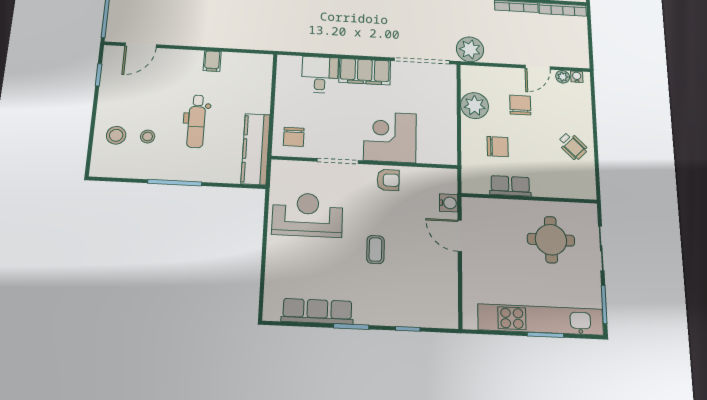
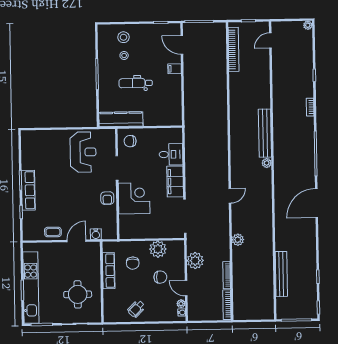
plant: (470, 49) -> (195, 261), moved
filing cabinet: (212, 61) -> (175, 69), moved
row of seats: (510, 186) -> (109, 271), width x1.48
coffee table: (375, 250) -> (53, 232), moved
row of seats: (317, 311) -> (28, 190), moved

